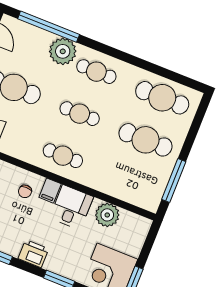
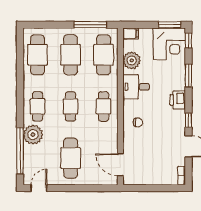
cafe table: (129, 182) -> (104, 55), added
filing cabinet: (50, 191) -> (131, 34), moved

